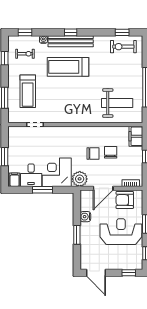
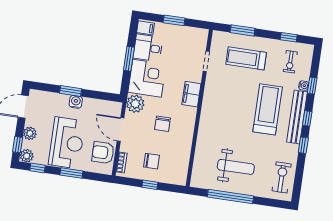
window: (25, 32) -> (312, 86), moved
window: (122, 32) -> (303, 145), moved
weight bench: (117, 103) -> (236, 167), moved, turned -90
filing cabinet: (136, 136) -> (191, 94), moved, turned -90
chair: (111, 152) -> (151, 161), moved
armchair: (125, 200) -> (103, 153), turned -90
water cooler: (85, 217) -> (76, 102), moved
plant: (118, 264) -> (30, 133), added
plant: (137, 264) -> (27, 156), added

